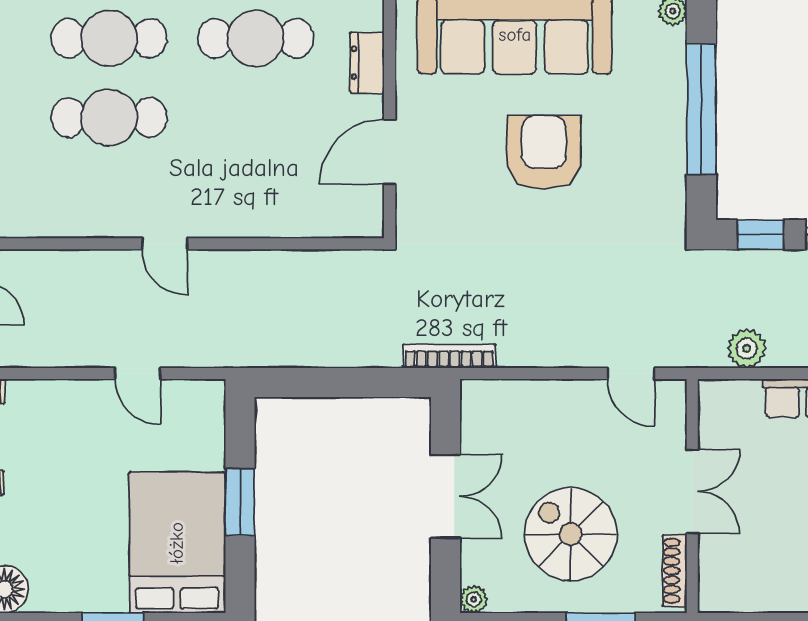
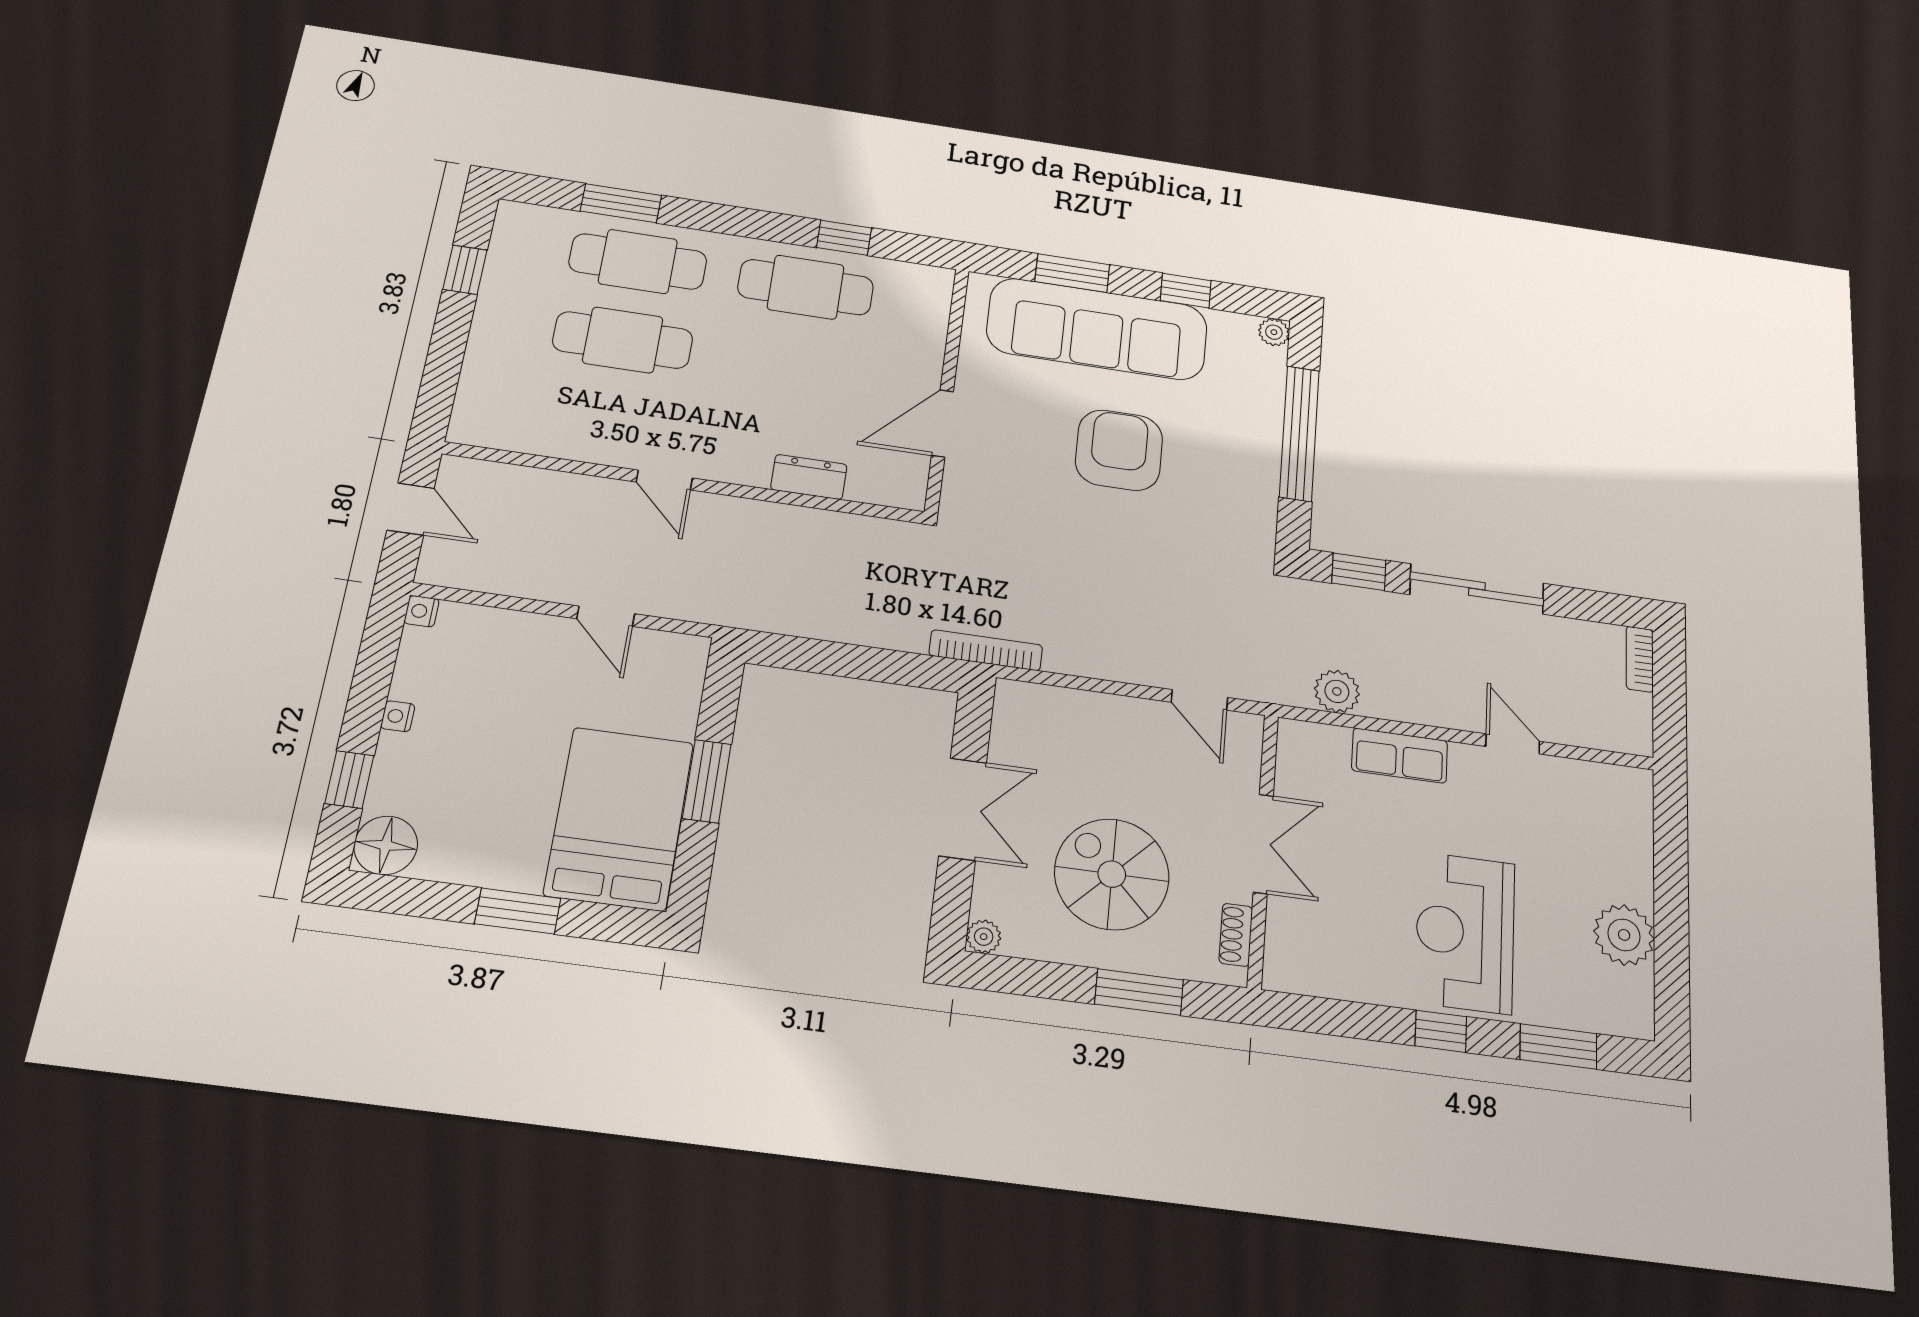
dresser: (367, 63) -> (809, 477), moved, turned 90
shoe rack: (675, 571) -> (1236, 935), width x0.70

